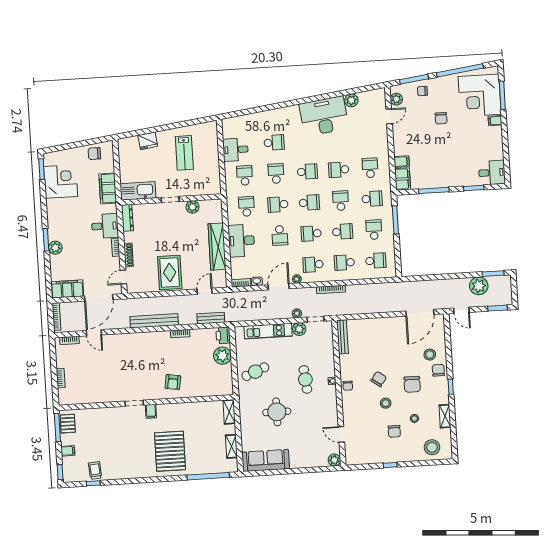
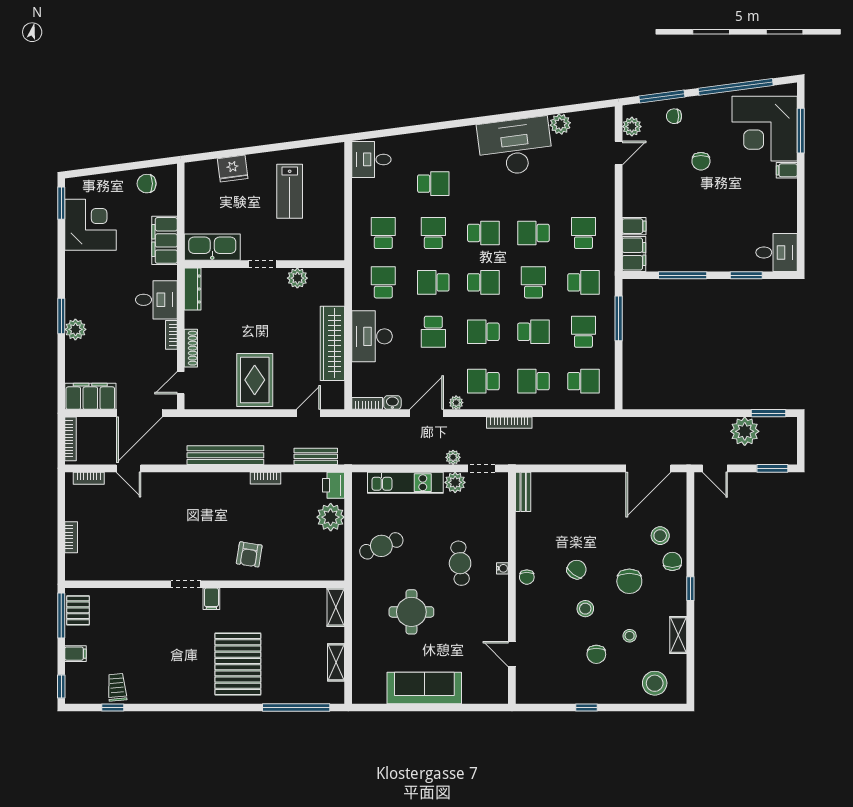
desk: (236, 150) -> (371, 159), moved
bench: (342, 337) -> (523, 492), width x0.73
sofa: (266, 460) -> (424, 688), moved
plant: (334, 460) -> (498, 694), removed

